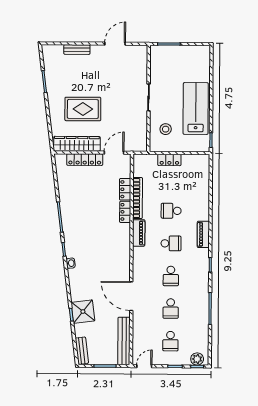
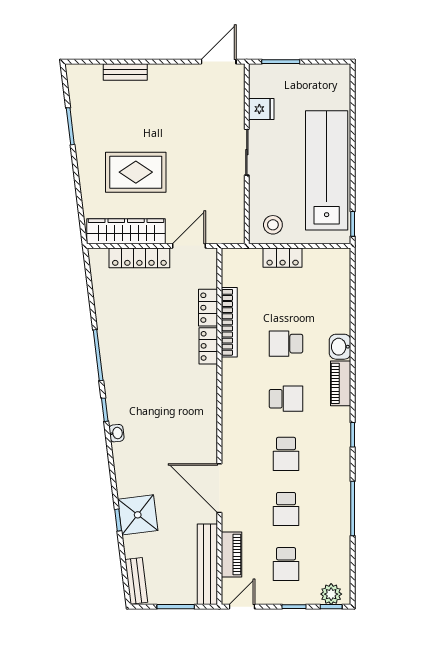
door: (115, 44) -> (219, 62), moved
fridge: (157, 72) -> (261, 109), added
lab bench: (196, 108) -> (327, 170), width x1.36
stool: (166, 129) -> (273, 225), moved
washbasin: (203, 213) -> (340, 347), added
piano: (139, 233) -> (231, 555), moved

